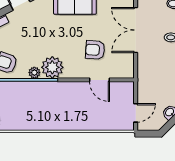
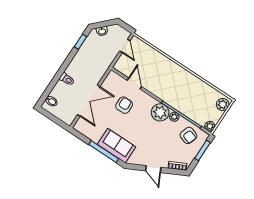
armchair: (95, 50) -> (124, 105), turned -94
door: (136, 113) -> (125, 46), swing flipped

